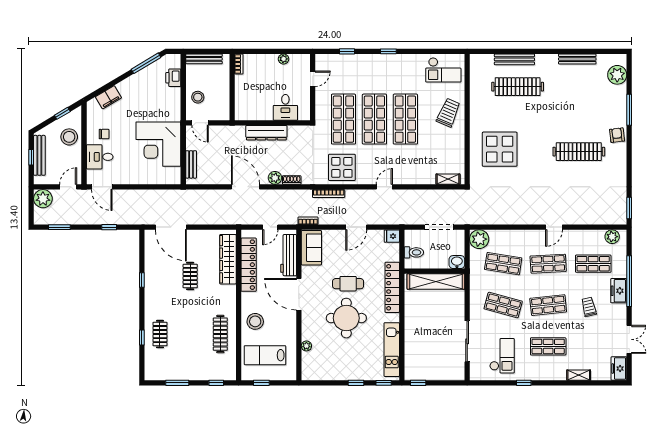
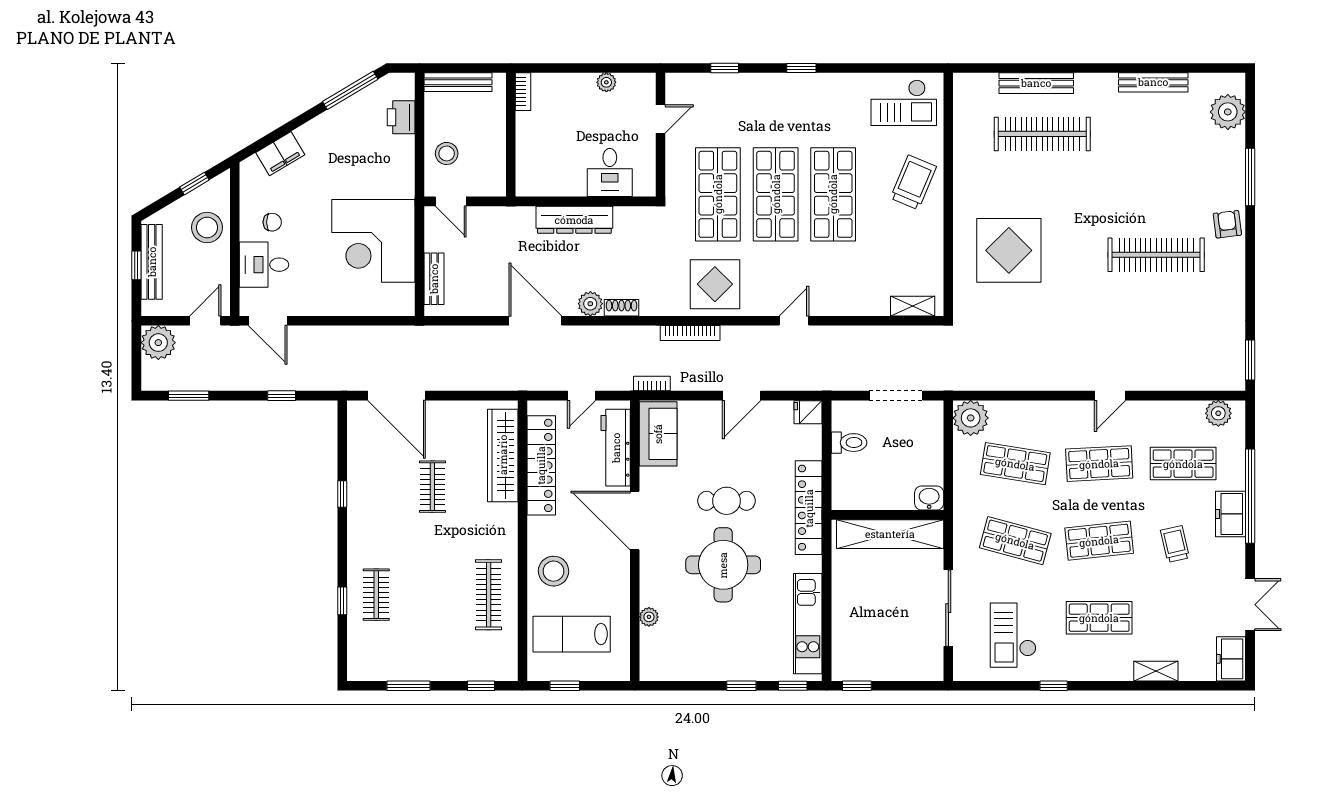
washbasin: (457, 262) -> (929, 498), moved
wall: (434, 271) -> (887, 515), moved
shelving: (436, 281) -> (890, 534), moved
checkout: (502, 356) -> (1013, 635), turned 180

